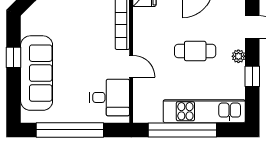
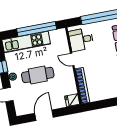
cafe table: (195, 51) -> (38, 75), width x1.37, depth x1.35

